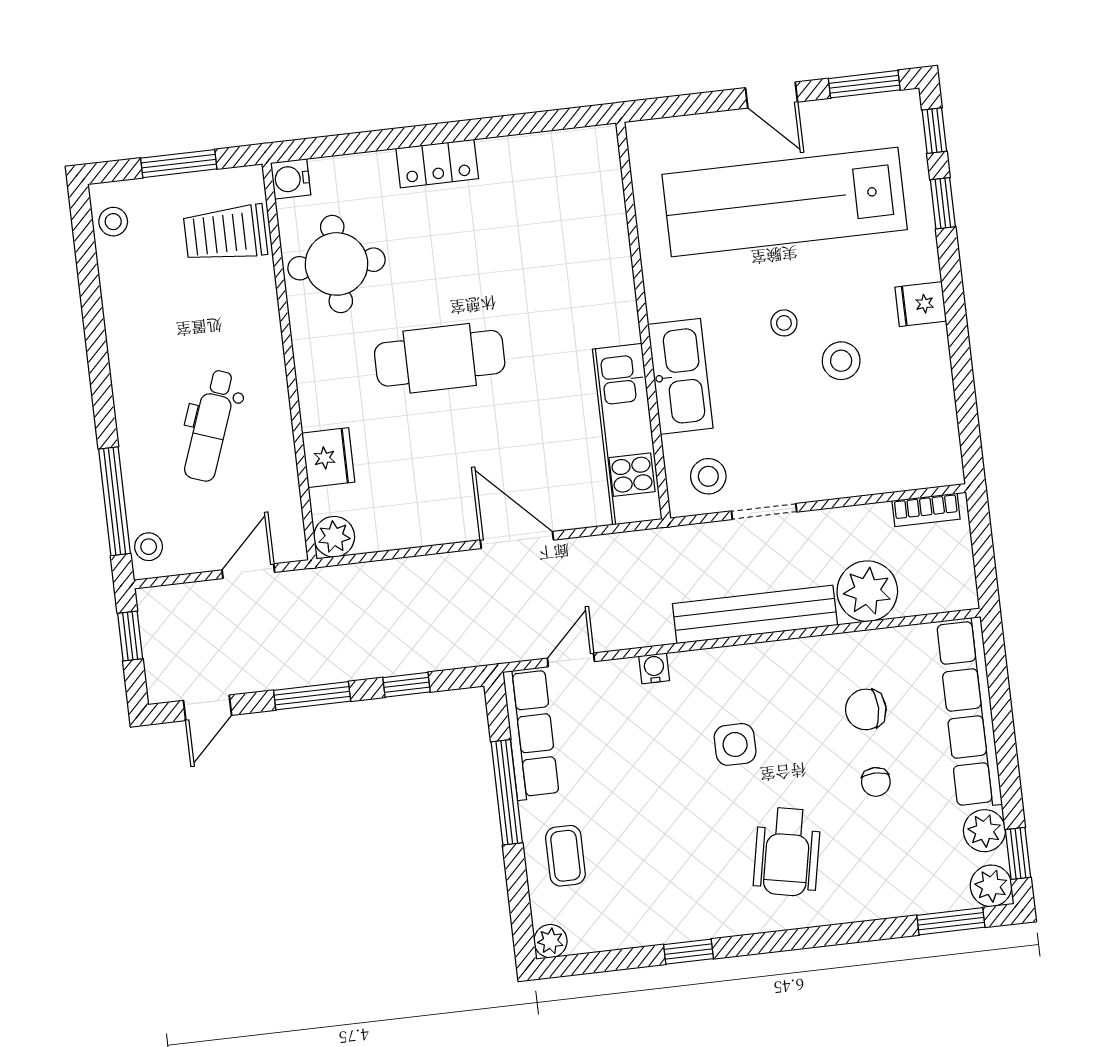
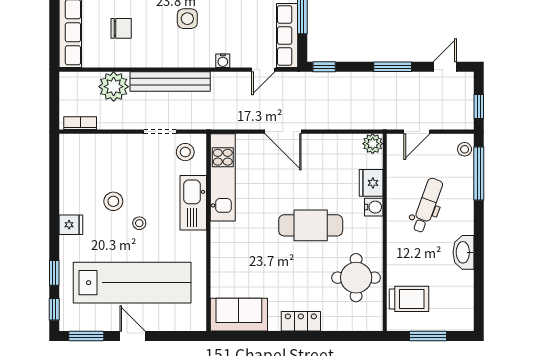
sofa: (563, 162) -> (239, 315), added
water cooler: (291, 179) -> (374, 207), moved
stool: (113, 222) -> (463, 311), removed
washbasin: (127, 340) -> (463, 252), added
window: (406, 685) -> (324, 67), moved

